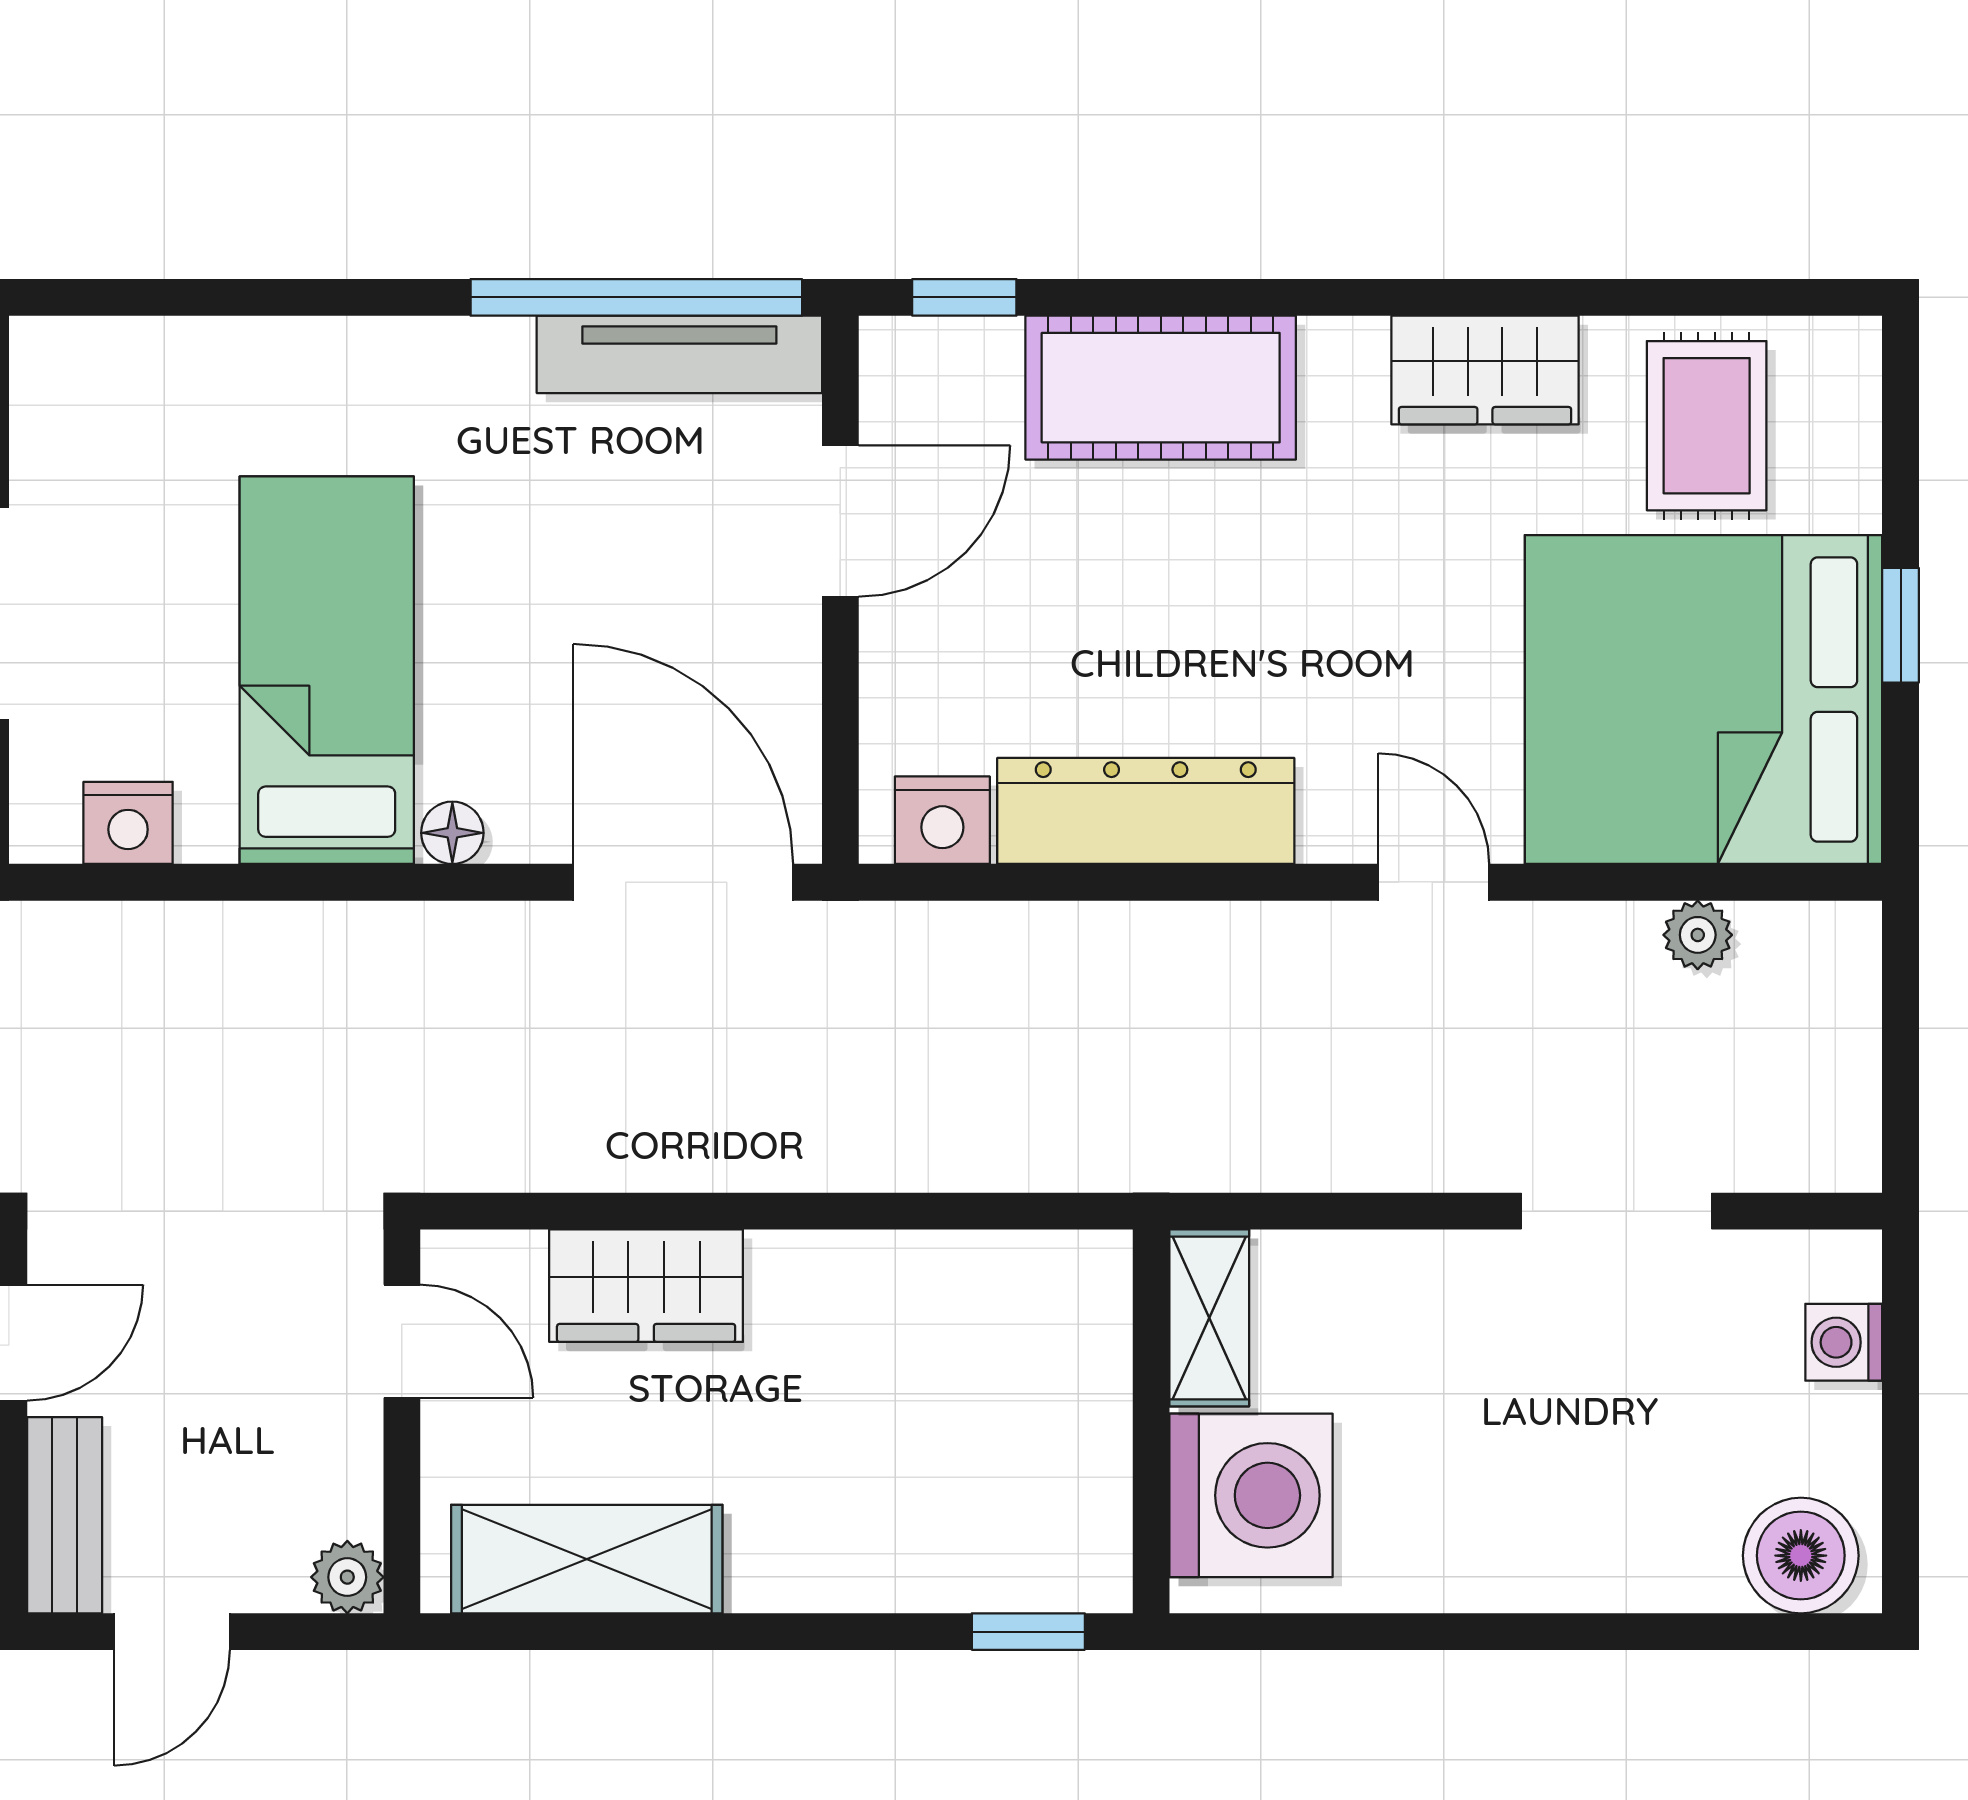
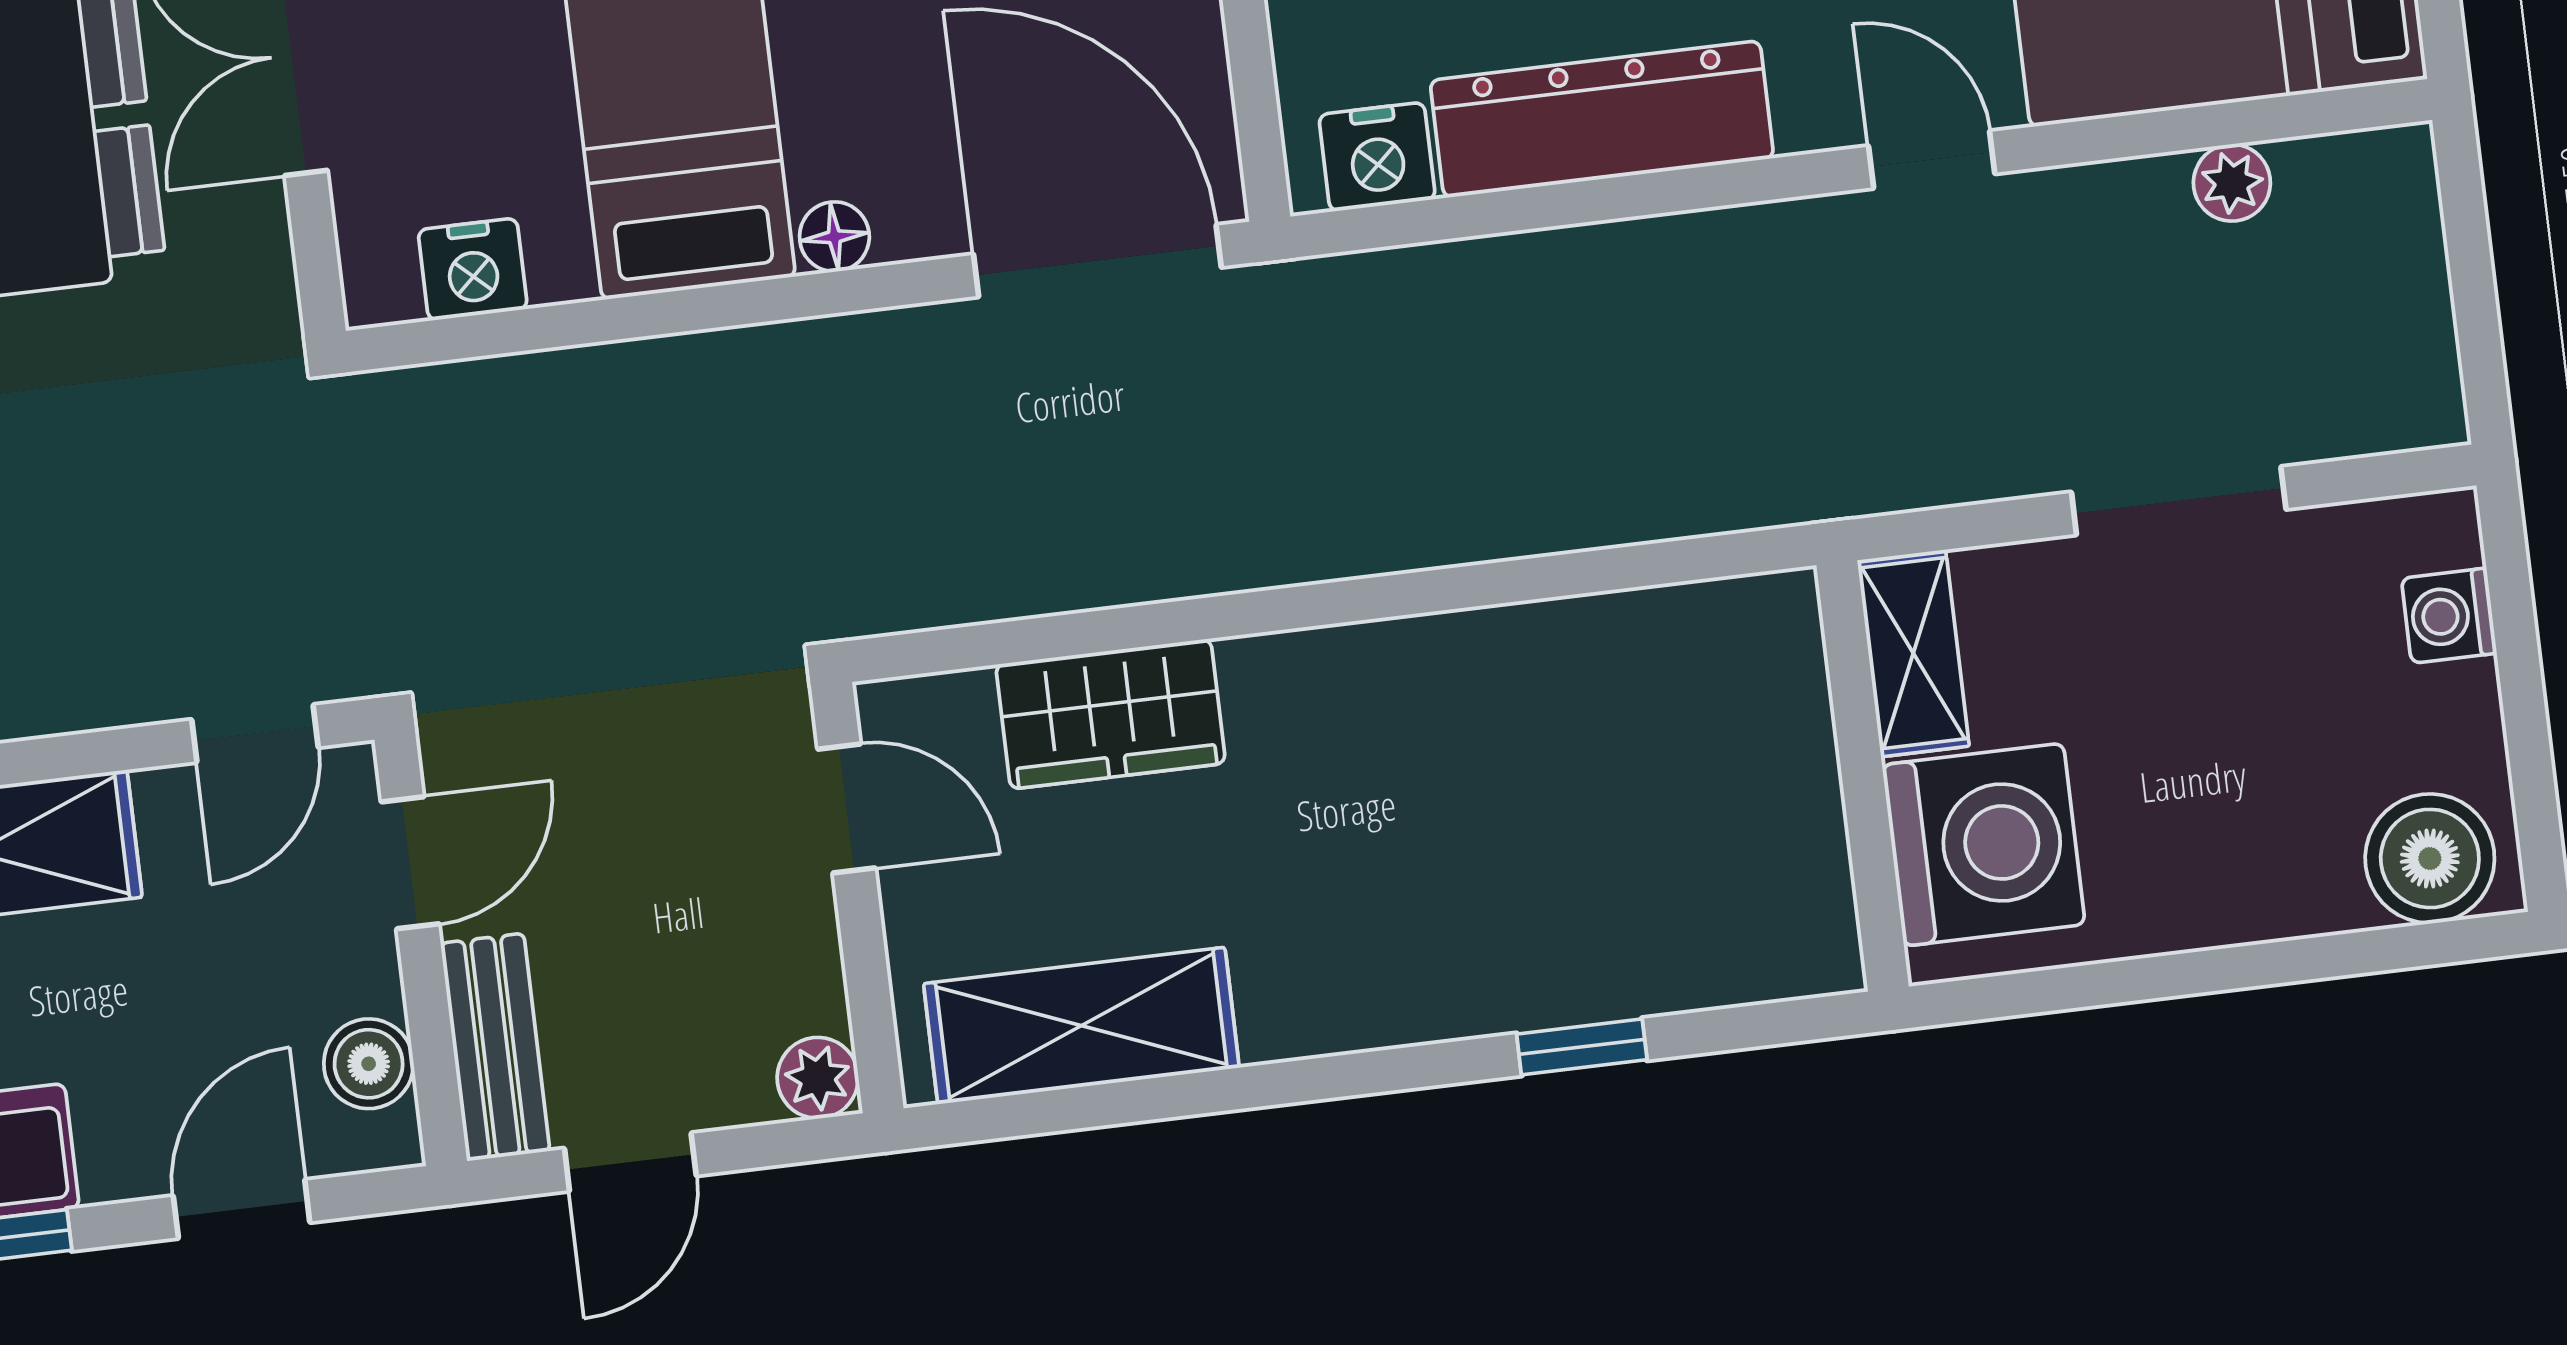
shelving: (1209, 1318) -> (1913, 653), moved
wall: (1151, 1421) -> (1863, 776), moved
washing machine: (1251, 1495) -> (1984, 845), moved

